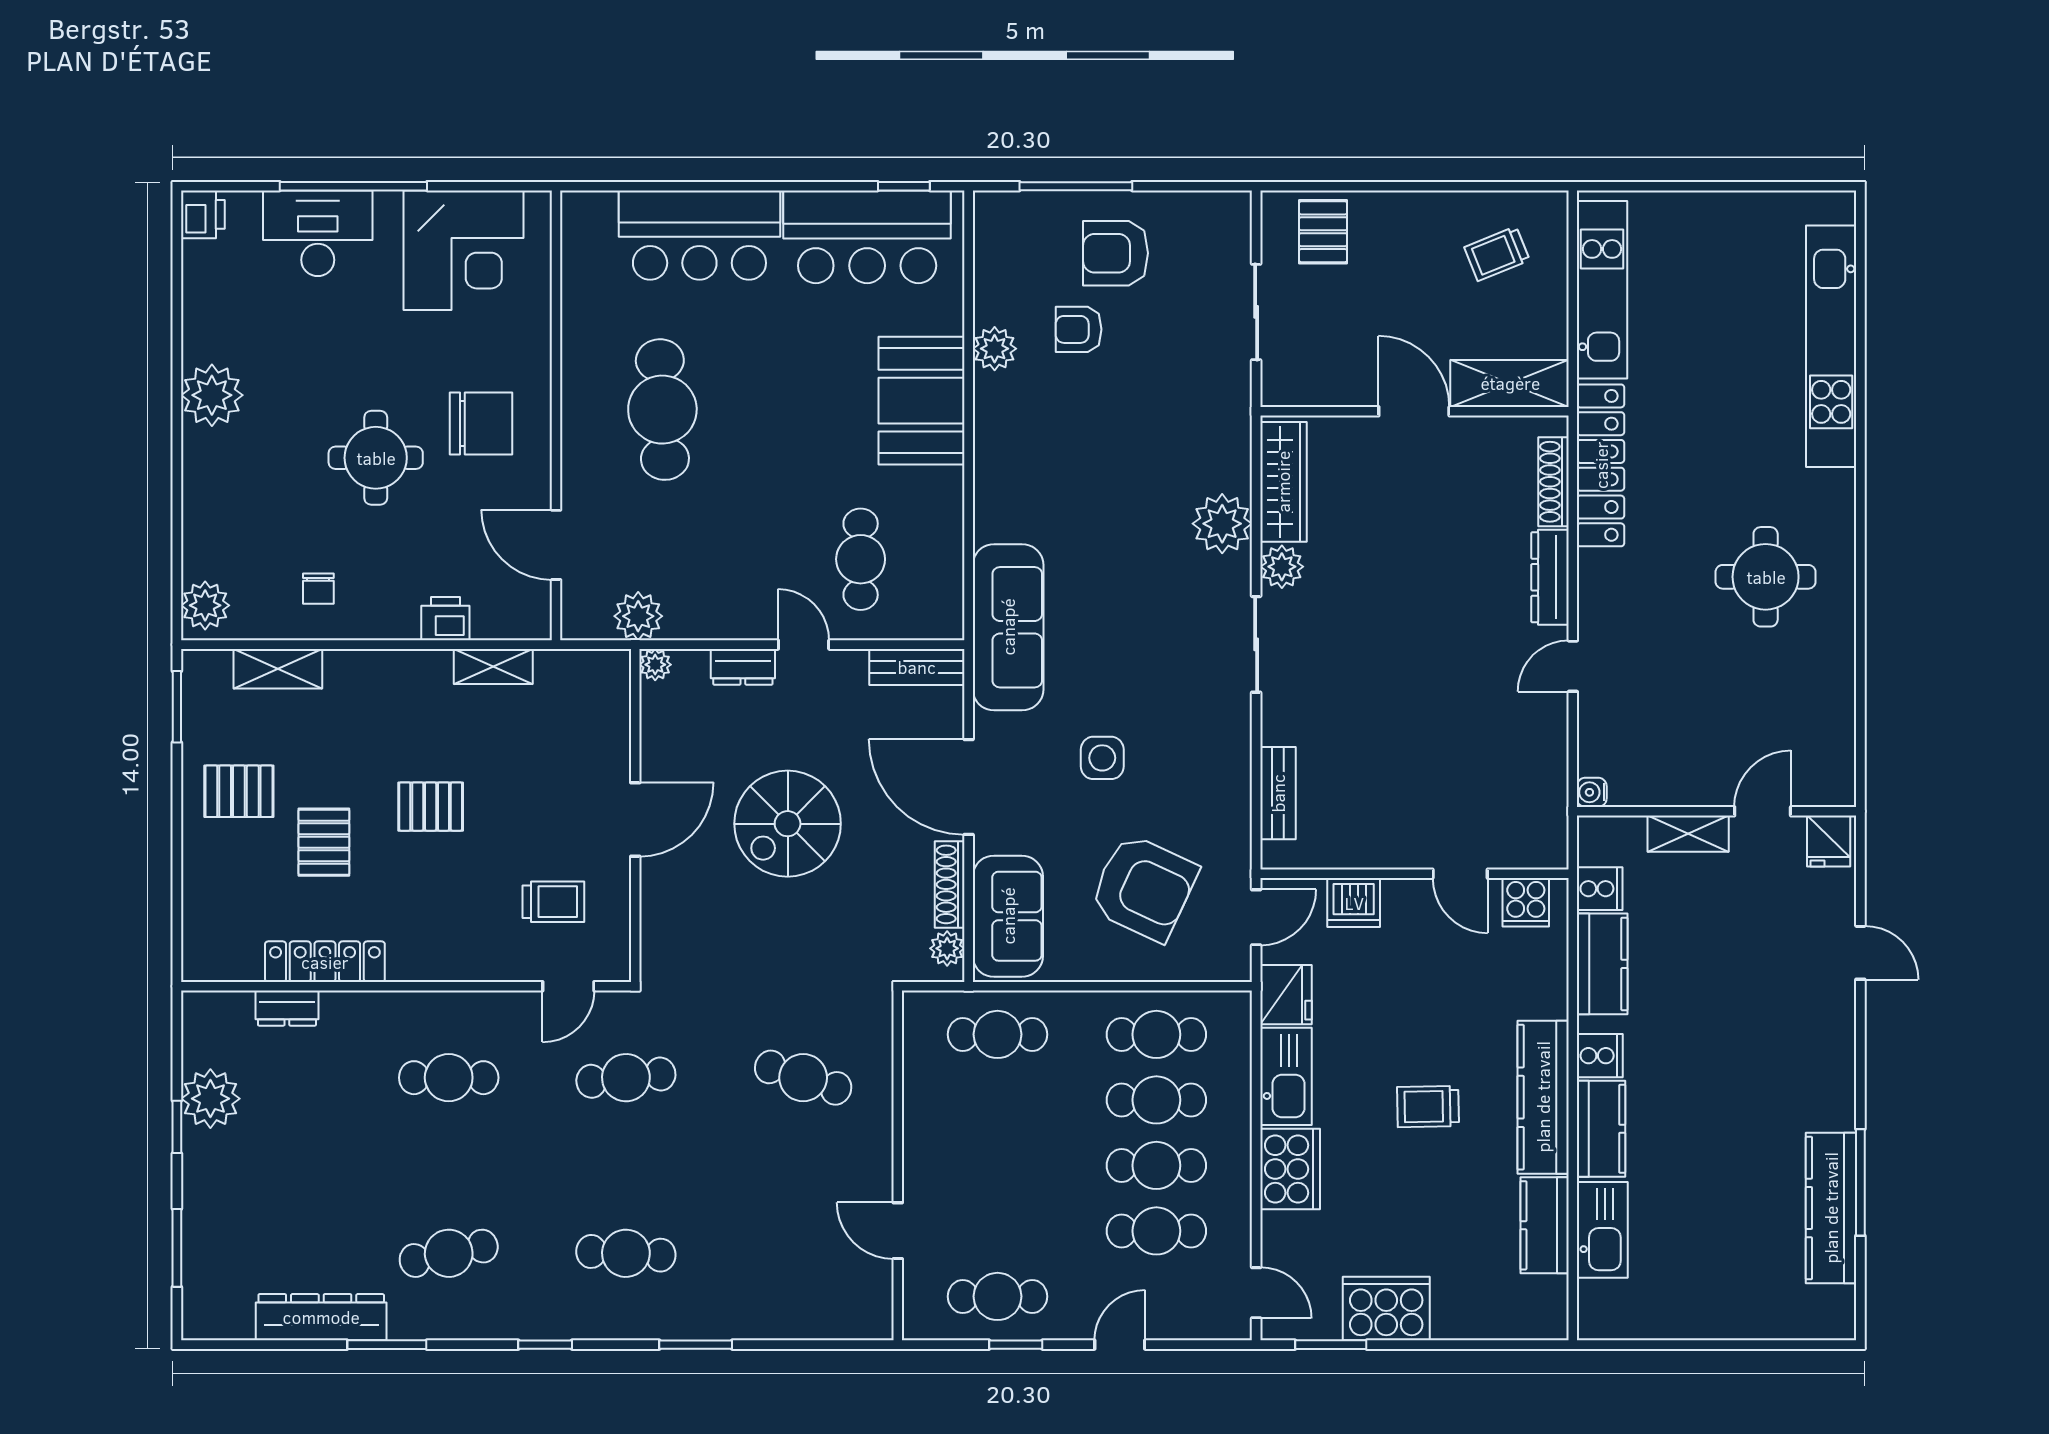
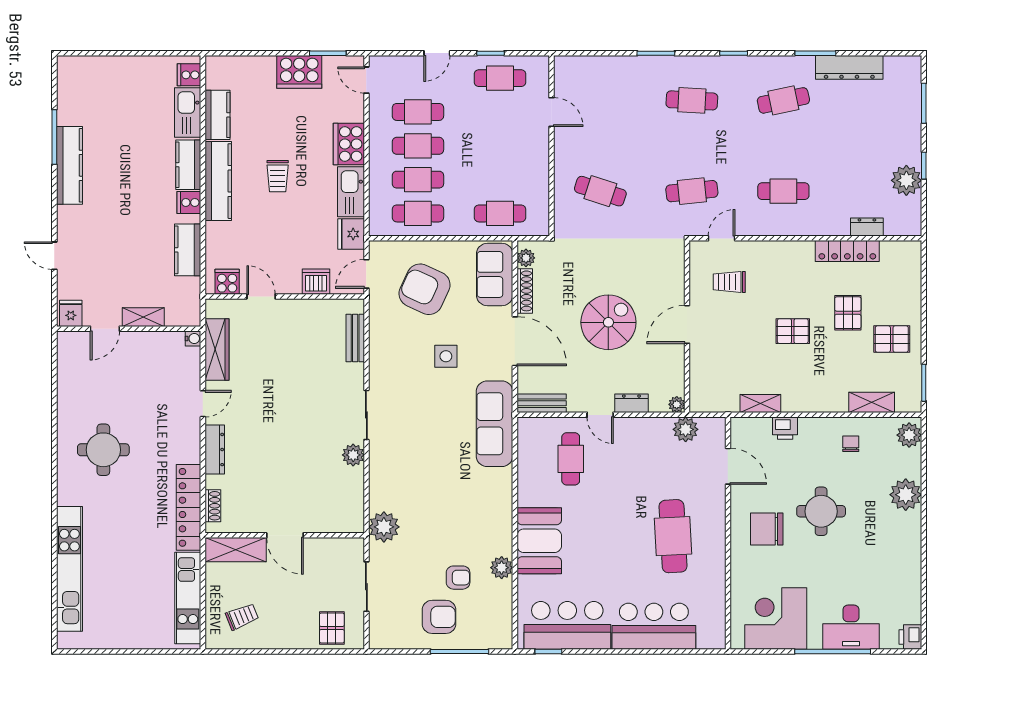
plant: (212, 395) -> (906, 495), moved
wardrobe: (1283, 482) -> (217, 349), moved, turned 180
shoe rack: (1554, 482) -> (213, 506), width x0.70
plant: (1222, 524) -> (384, 527), moved
cooker: (1600, 889) -> (189, 75), moved
trolley: (1428, 1107) -> (278, 176), turned 91
kitchen counter: (1831, 1208) -> (69, 165), moved

